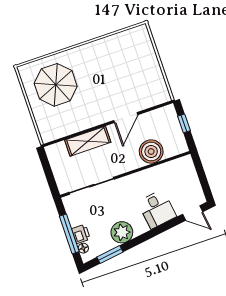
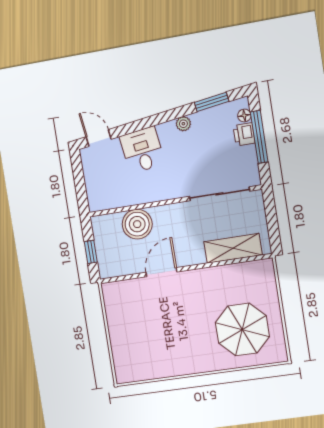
shelving: (88, 141) -> (233, 248), moved
plant: (122, 232) -> (183, 124), width x0.53, depth x0.53

